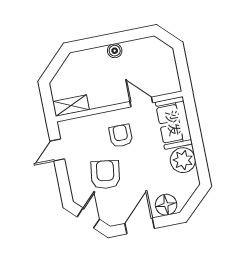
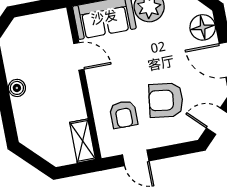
door: (141, 102) -> (79, 56), swing flipped
armchair: (121, 136) -> (124, 114), moved, turned -90

